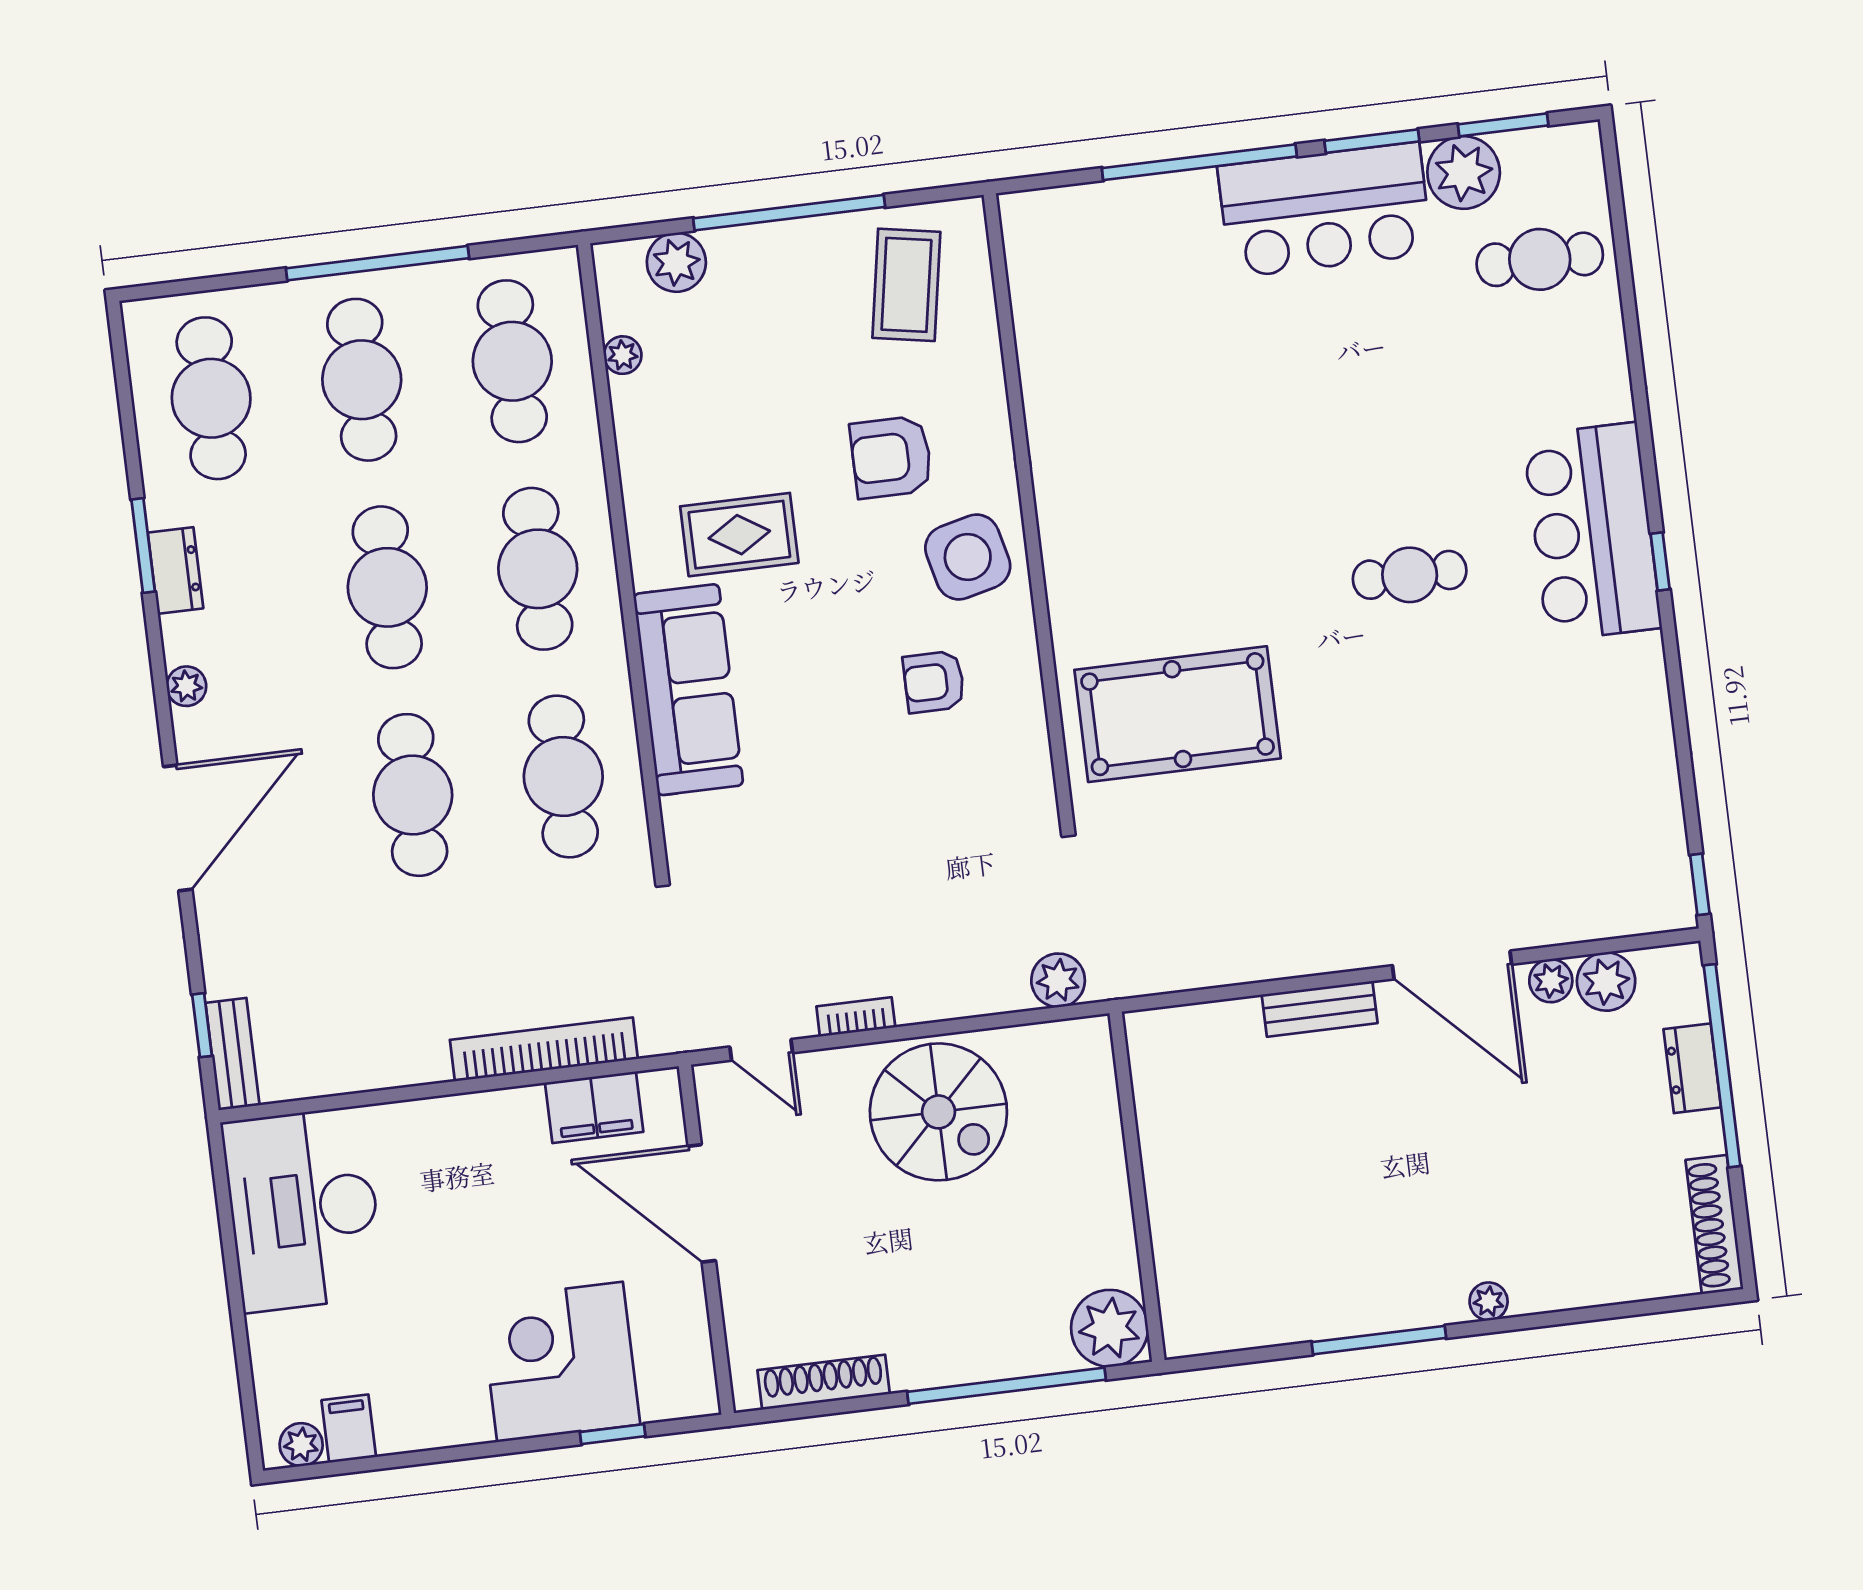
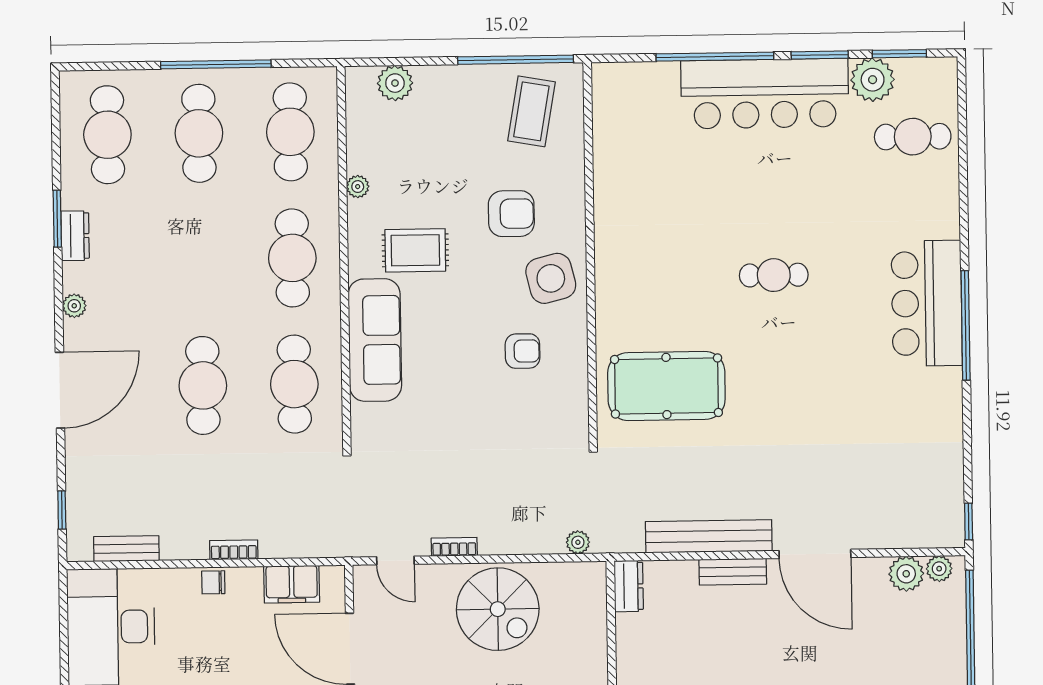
bar counter: (1325, 210) -> (765, 94), width x1.36
window: (789, 213) -> (516, 60), moved
plant: (623, 355) -> (358, 187), moved
armchair: (891, 457) -> (511, 214), turned 180
window: (1660, 562) -> (966, 325), width x3.17
cafe table: (1410, 575) -> (774, 275), moved
cafe table: (387, 587) -> (201, 259), removed
armchair: (934, 682) -> (523, 351), turned 180
bench: (1274, 955) -> (709, 536), added
plant: (1058, 980) -> (578, 542), width x0.73, depth x0.73
plant: (1551, 981) -> (939, 569), moved
bookcase: (544, 1049) -> (234, 550), width x0.43, depth x0.76
bench: (232, 1054) -> (126, 549), moved, turned 90
dresser: (1692, 1068) -> (629, 586), moved, turned 180
chair: (465, 1118) -> (213, 582), added

